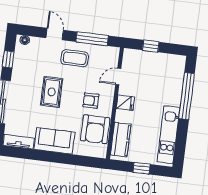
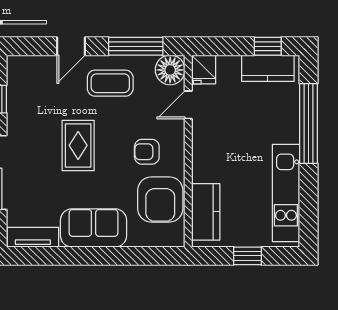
door: (55, 34) -> (71, 46), swing flipped
floor lamp: (25, 40) -> (170, 70), moved, width x1.89, depth x1.89
window: (151, 46) -> (268, 46), moved
kitchen counter: (167, 61) -> (268, 68), added
fridge: (125, 103) -> (204, 69), moved, turned 90

